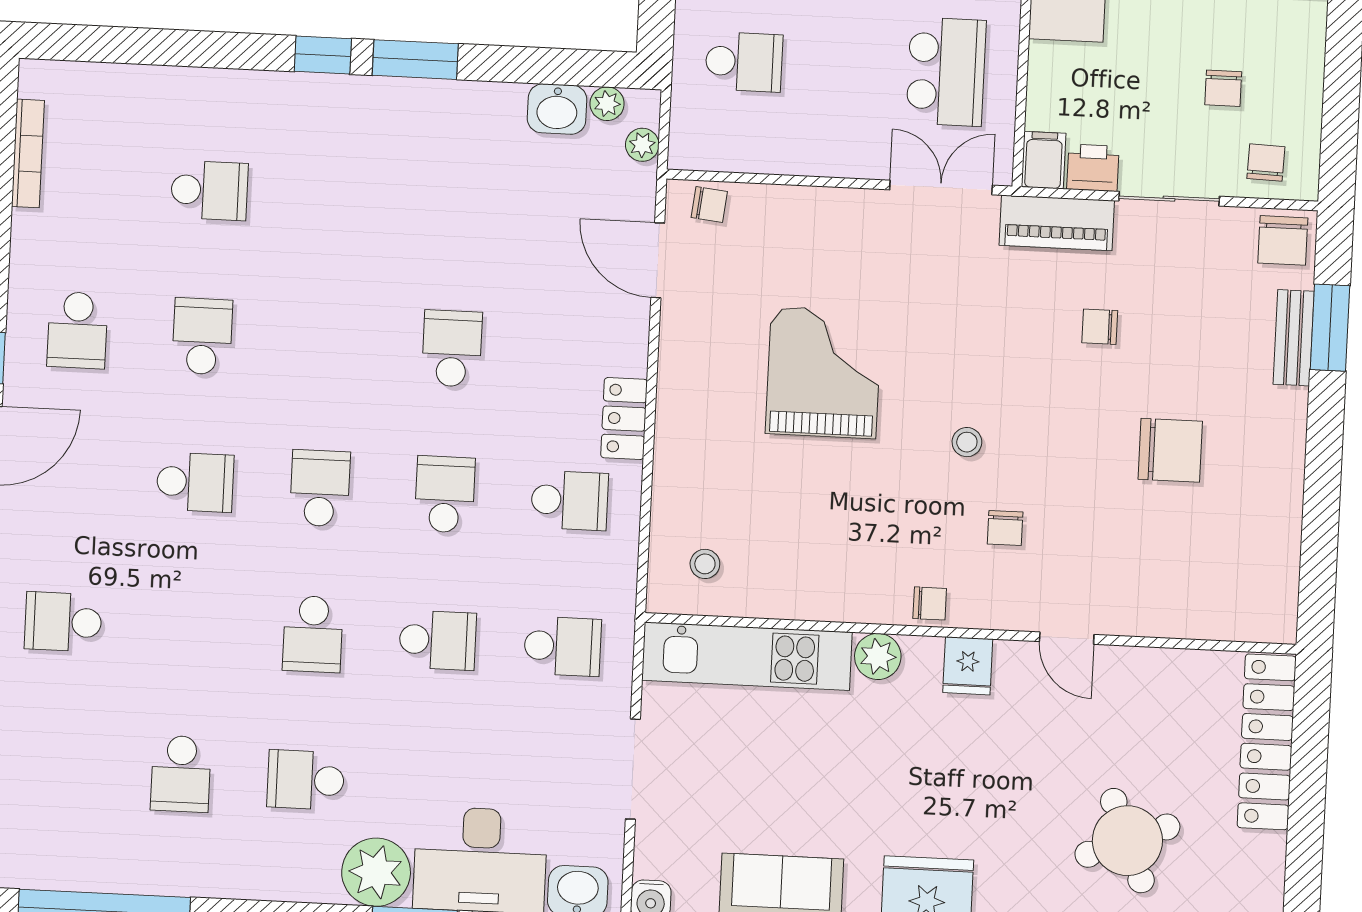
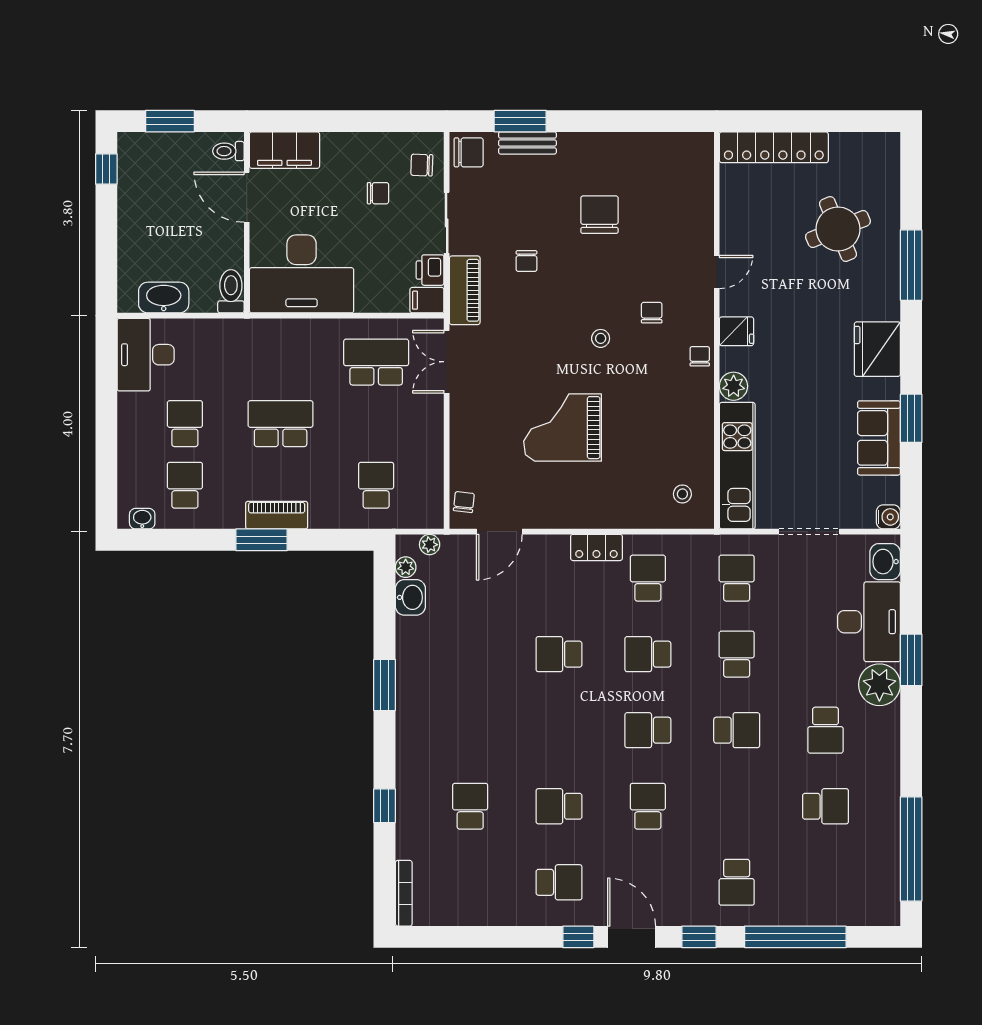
window: (323, 55) -> (385, 806), moved
bookcase: (28, 153) -> (404, 893), moved, turned 90
chair: (1005, 528) -> (652, 313), turned -90

